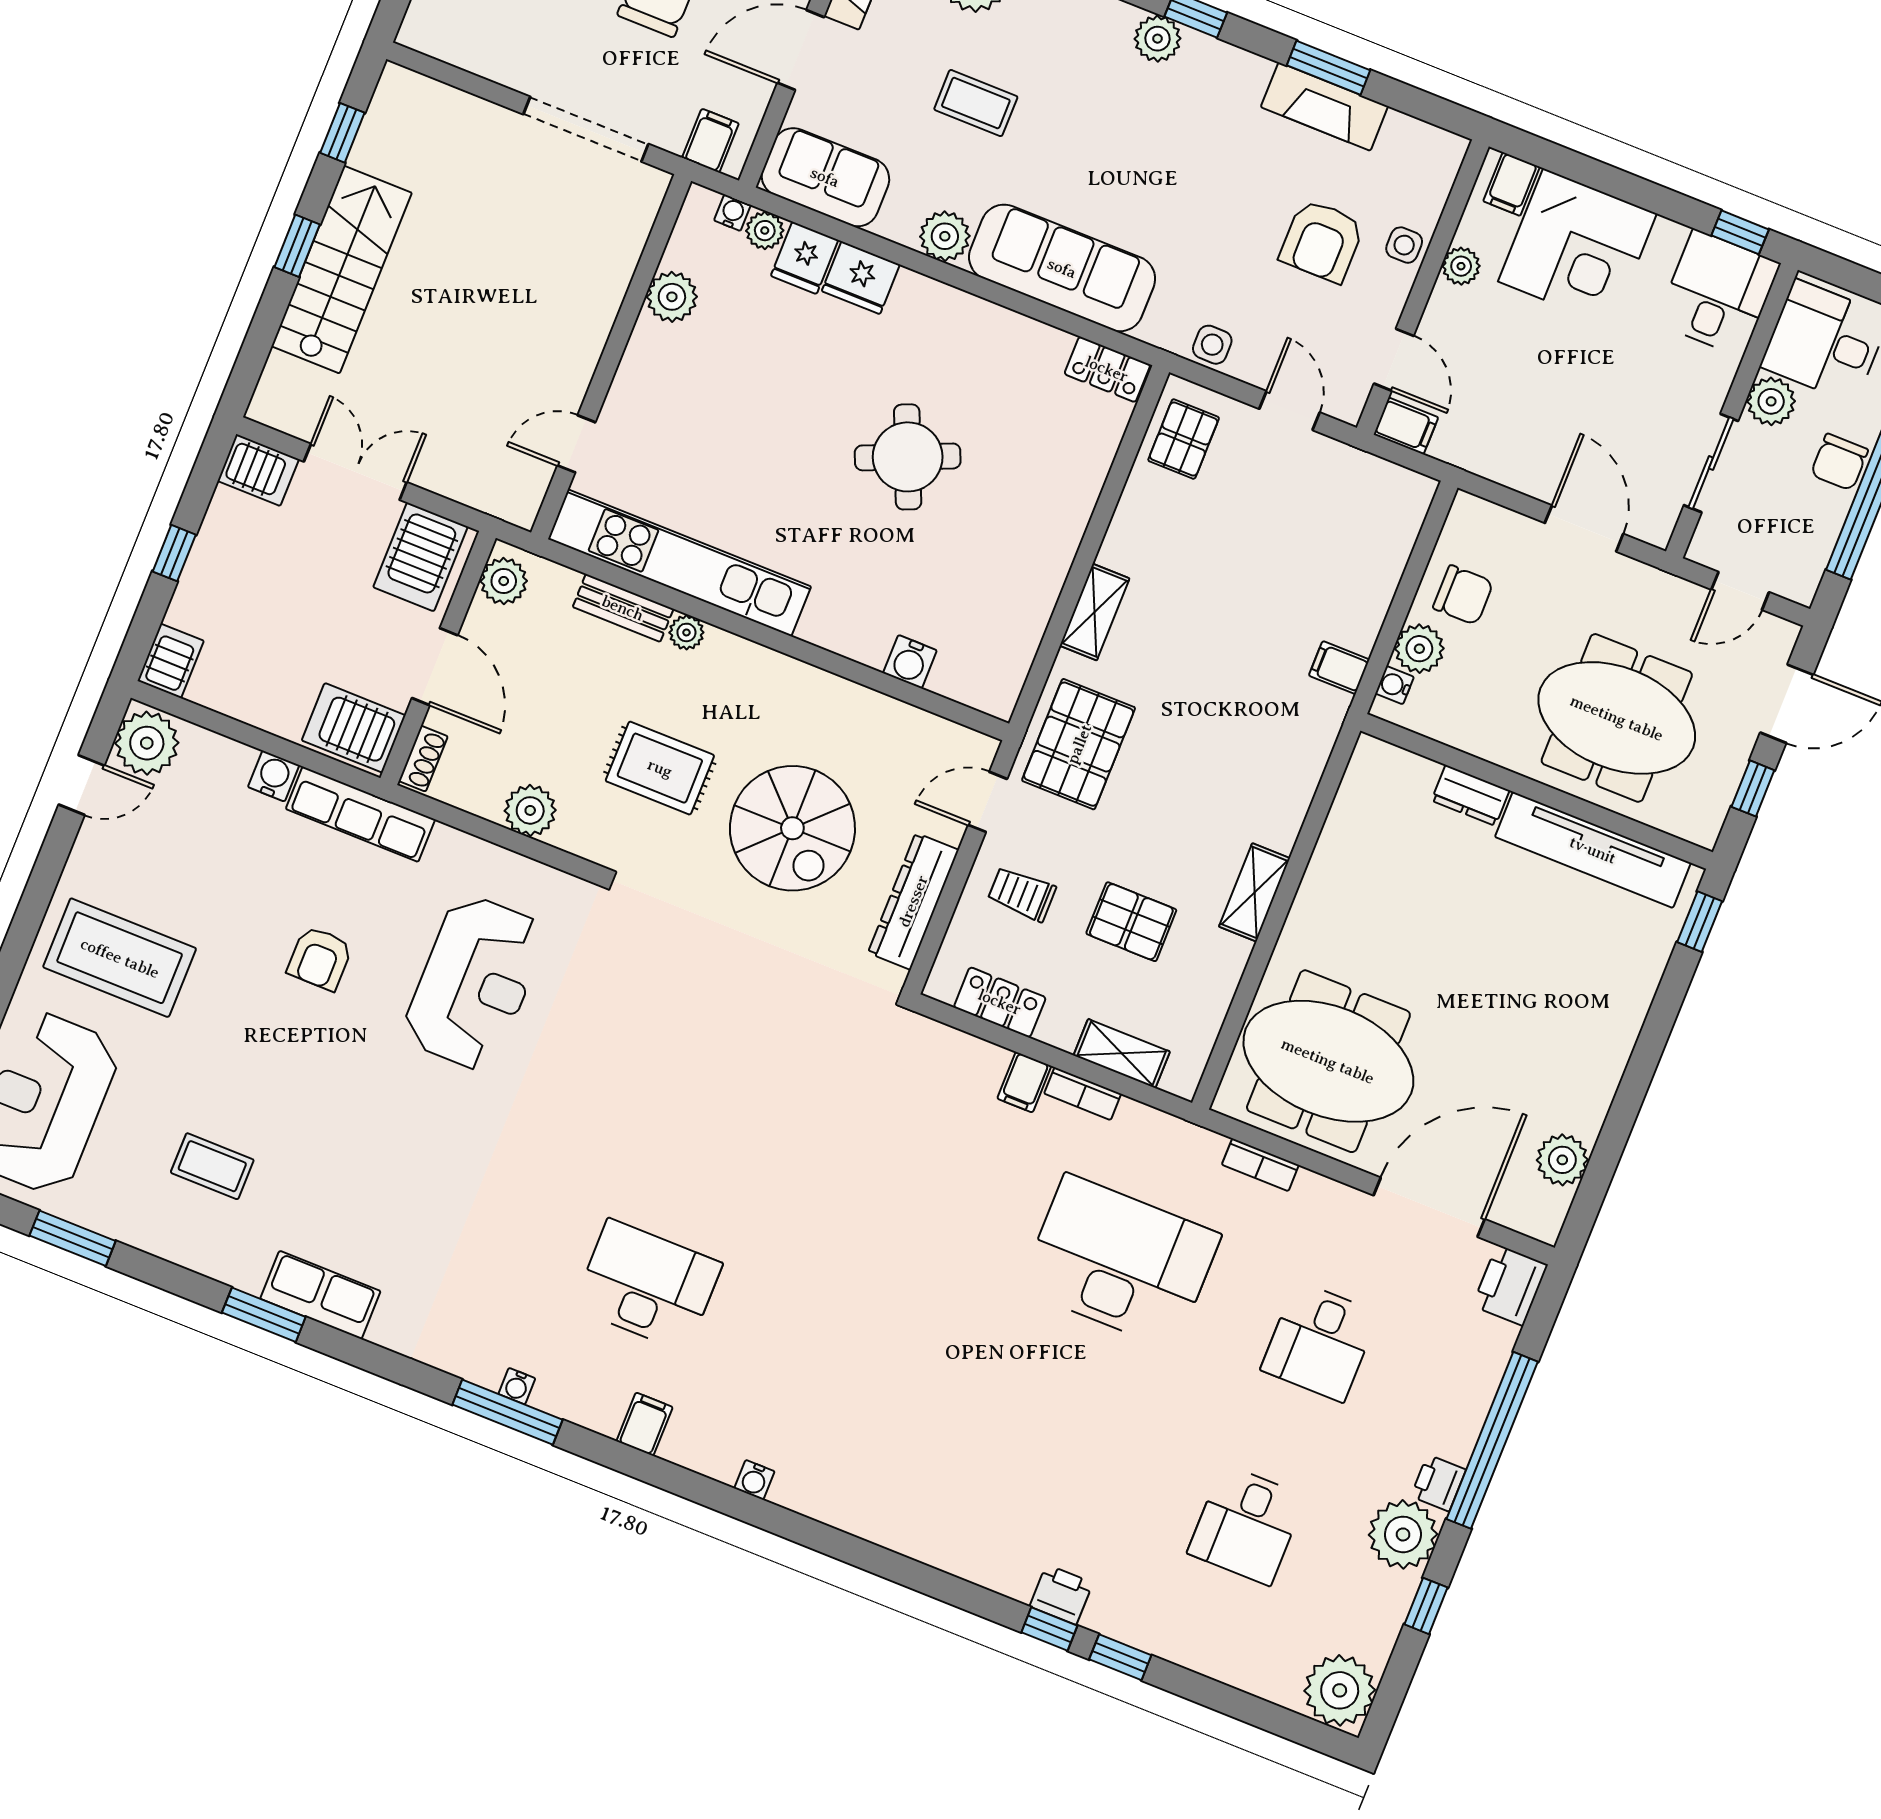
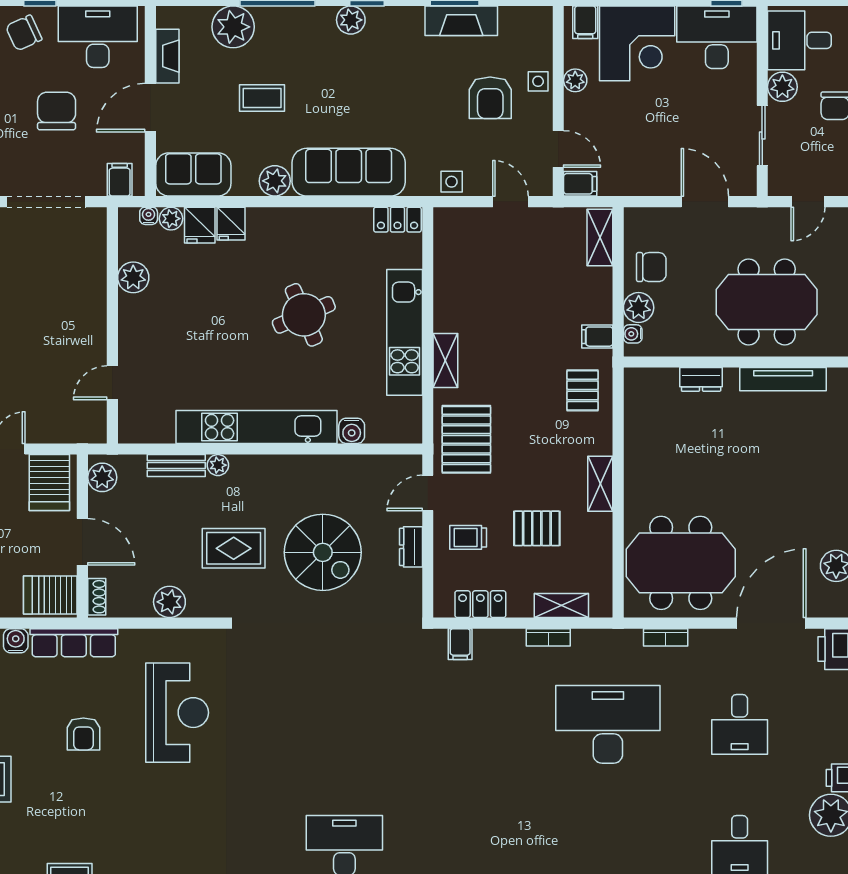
fridge: (861, 278) -> (231, 224), width x0.72
desk: (1718, 293) -> (717, 37), width x1.37
pallet: (1184, 439) -> (583, 390), moved
shelving: (1403, 519) -> (600, 238), added
kitchen unit: (1050, 545) -> (405, 332), added
kitchen unit: (680, 563) -> (256, 427), moved
tv unit: (1593, 850) -> (783, 379), width x0.73, depth x0.78
dresser: (913, 901) -> (411, 547), width x0.51, depth x0.80
filing cabinet: (1024, 1082) -> (460, 644), moved

